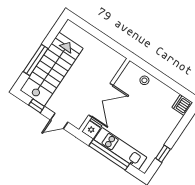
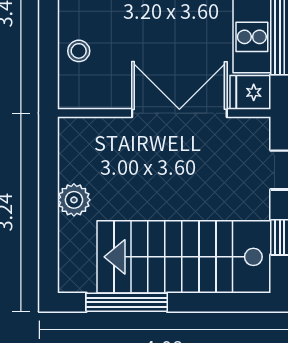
plant: (95, 45) -> (74, 200), added
window: (36, 60) -> (127, 302), moved

